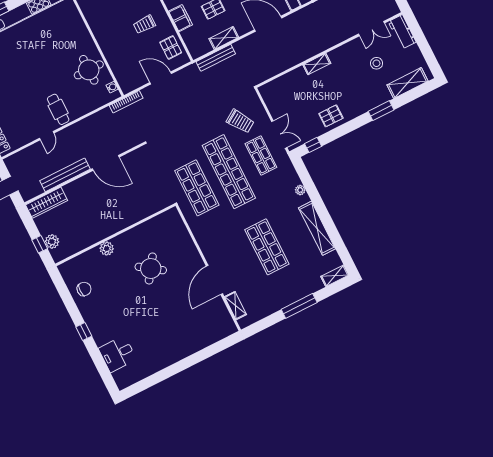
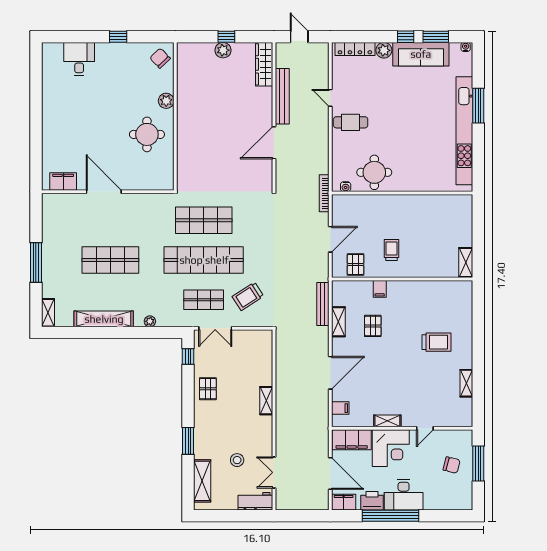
filing cabinet: (181, 18) -> (380, 289), width x0.50
pallet: (171, 47) -> (356, 264), turned 90
wall: (115, 235) -> (175, 116), moved
plant: (107, 249) -> (166, 101), moved
round table: (151, 268) -> (147, 134), turned -35
chair: (84, 289) -> (160, 58), turned 136
shelving: (235, 306) -> (68, 200), removed
filing cabinet: (223, 317) -> (63, 181), added

